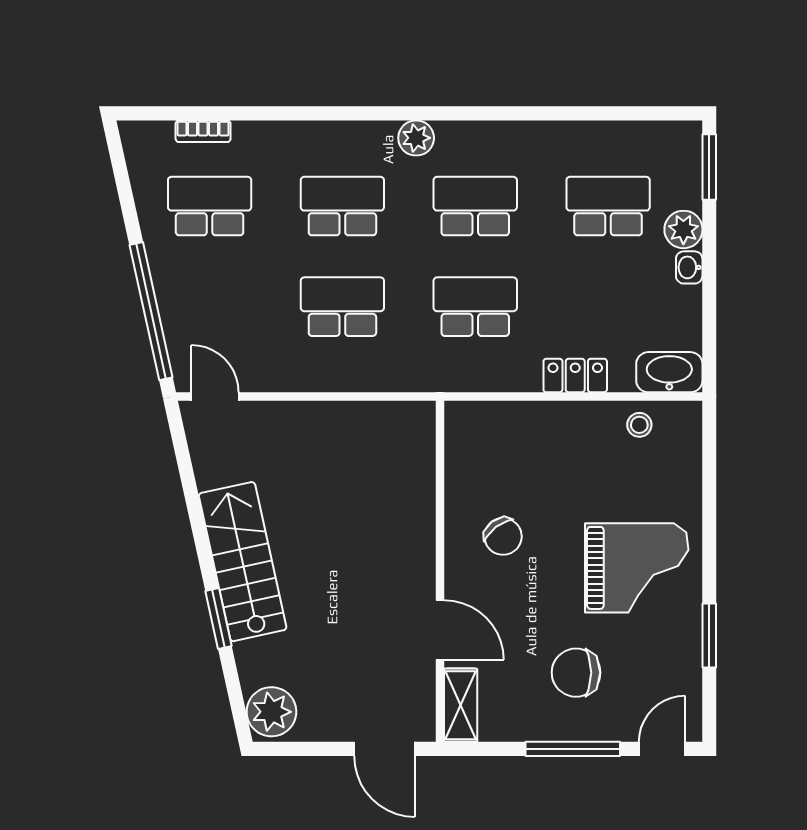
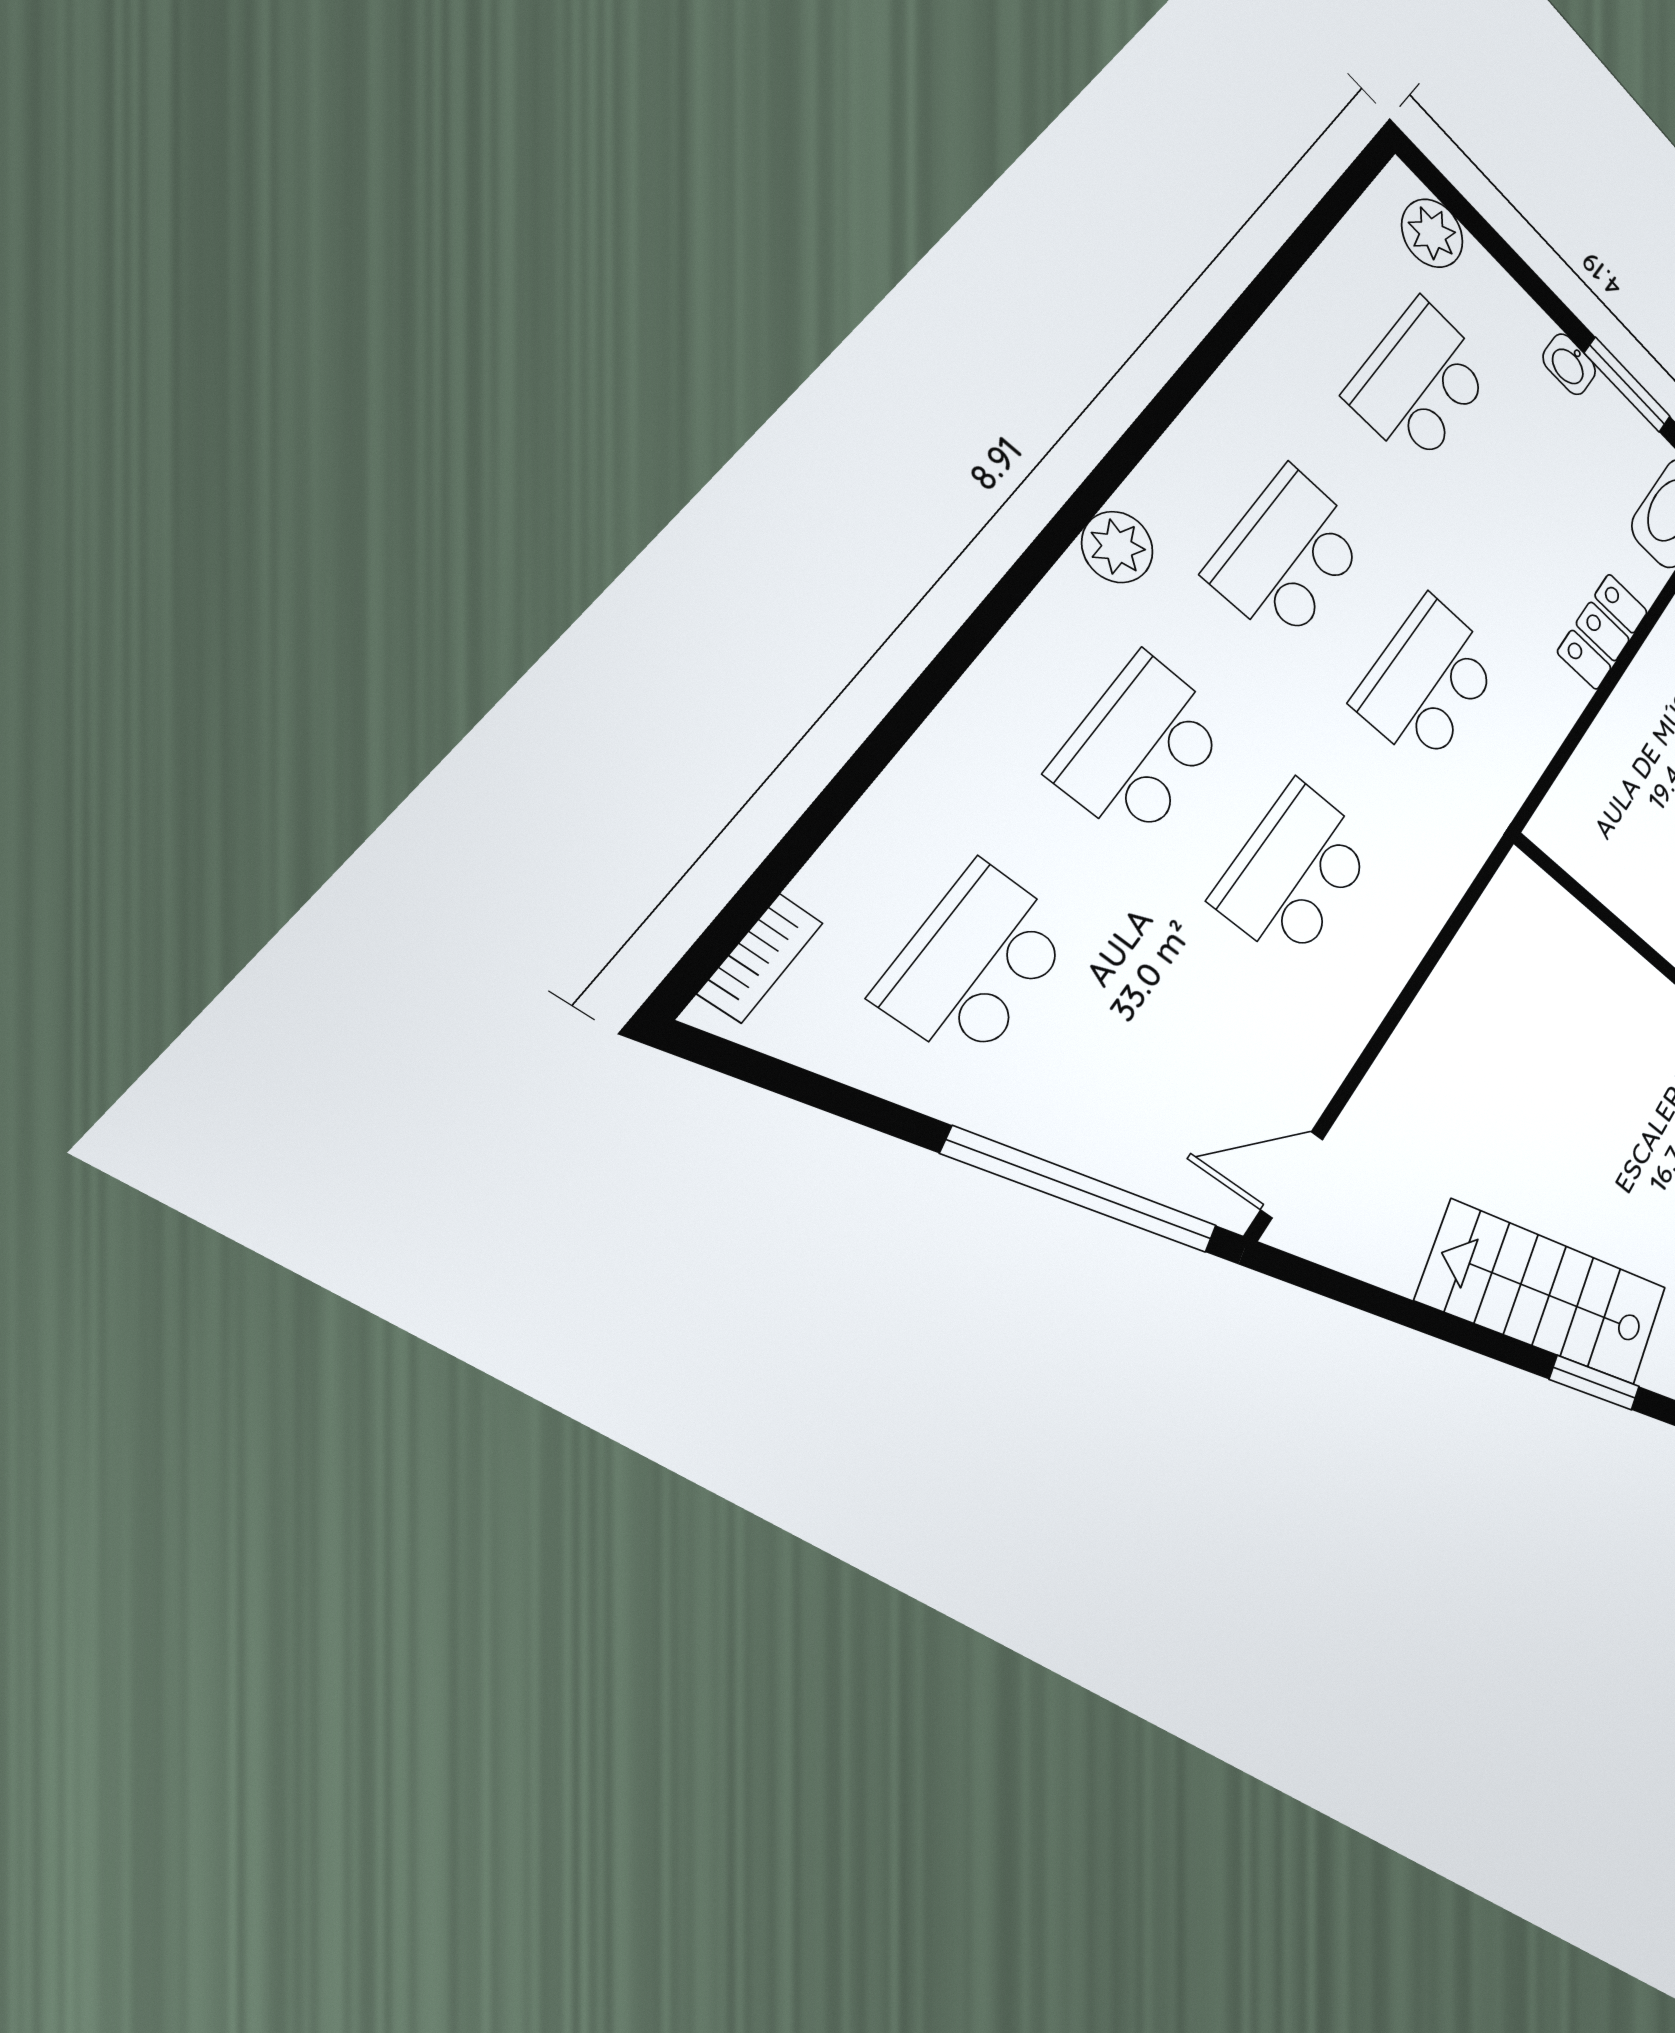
bookcase: (203, 131) -> (761, 958), moved
window: (709, 167) -> (1627, 385), moved
plant: (683, 229) -> (1432, 233), moved

